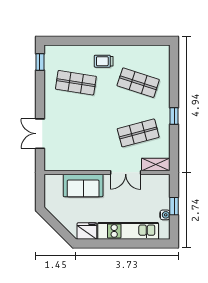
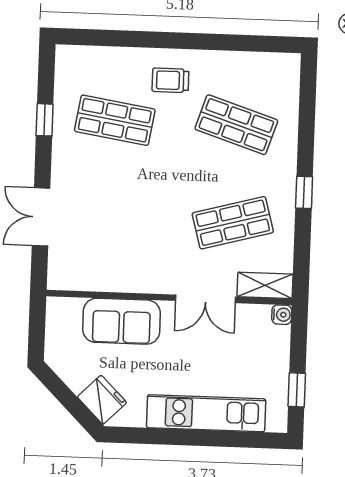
window: (40, 62) -> (45, 120), moved
window: (174, 206) -> (297, 390), moved
water cooler: (165, 215) -> (282, 315), moved
fridge: (87, 231) -> (102, 400), moved, turned 45

